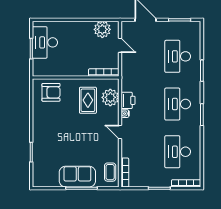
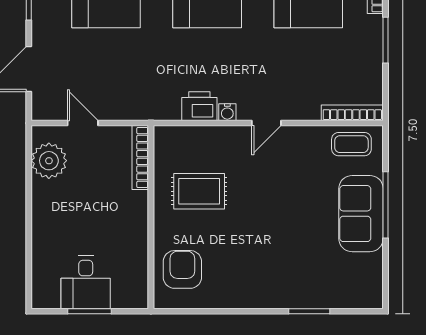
desk: (45, 42) -> (86, 282), width x0.73
door: (120, 45) -> (83, 123), hinge flipped
plant: (110, 97) -> (193, 144), removed

